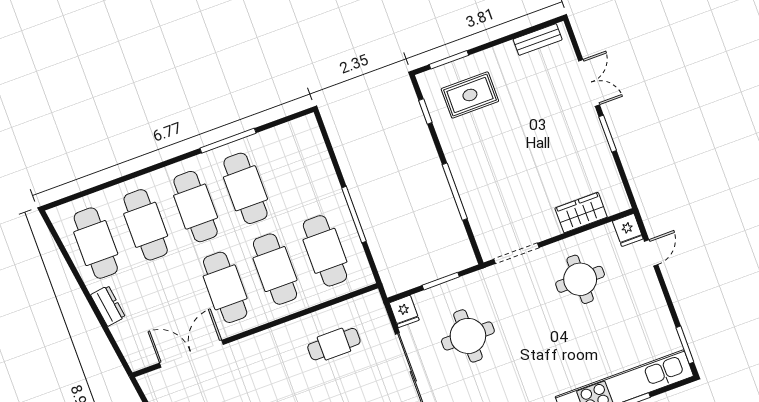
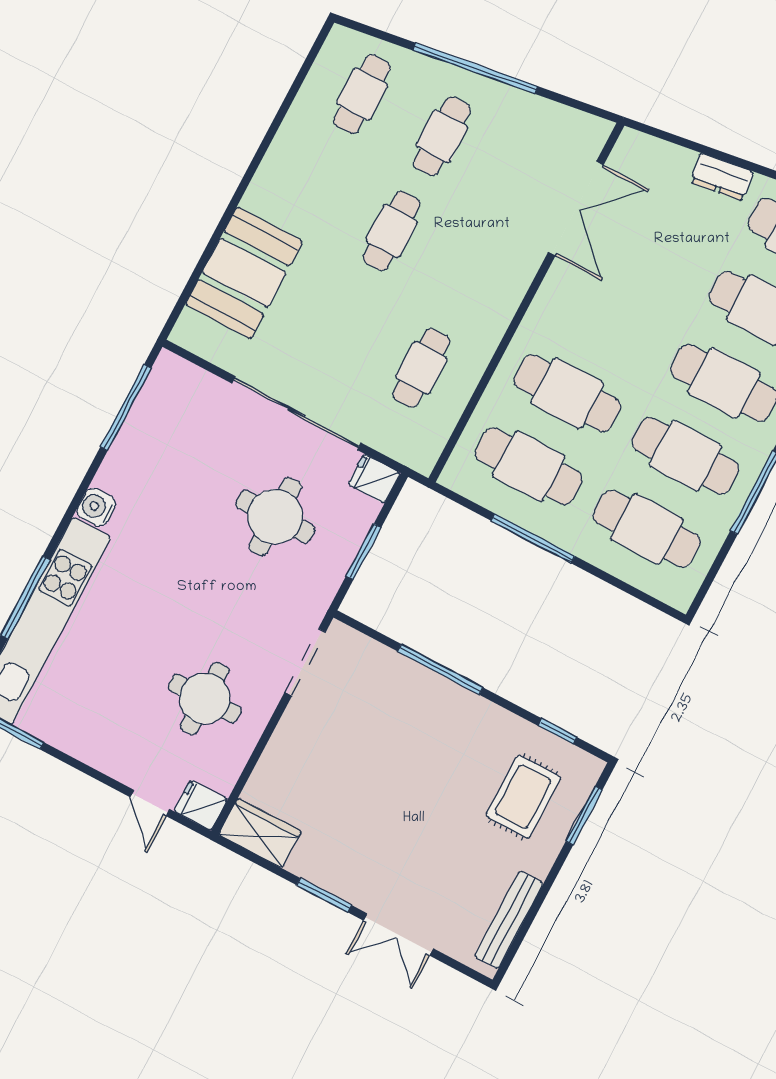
bench: (538, 39) -> (509, 920), width x1.36
wardrobe: (581, 213) -> (260, 833), moved, turned -90
cafe table: (225, 287) -> (647, 529), moved

